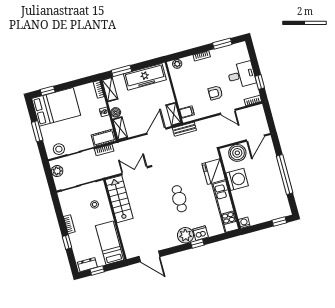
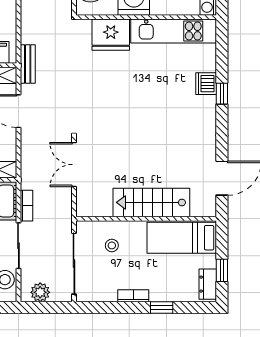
stairs: (119, 199) -> (151, 202), moved
cafe table: (179, 199) -> (140, 103), removed
plant: (185, 235) -> (203, 110), removed

